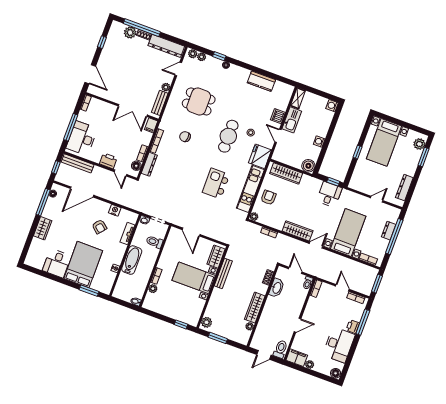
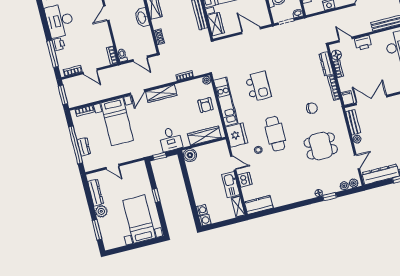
kitchen counter: (261, 81) -> (259, 205), moved
washing machine: (319, 142) -> (202, 210), moved
plant: (419, 144) -> (101, 211), moved
desk: (329, 194) -> (170, 139), moved
door: (377, 199) -> (112, 167), hinge flipped
washbasin: (277, 288) -> (142, 17), moved

